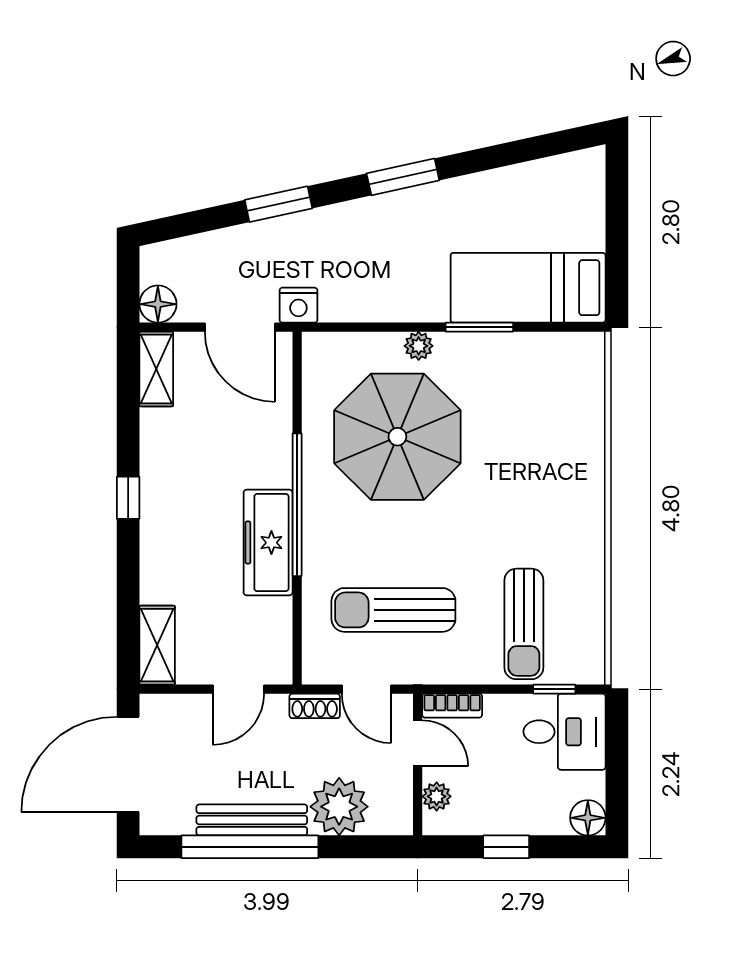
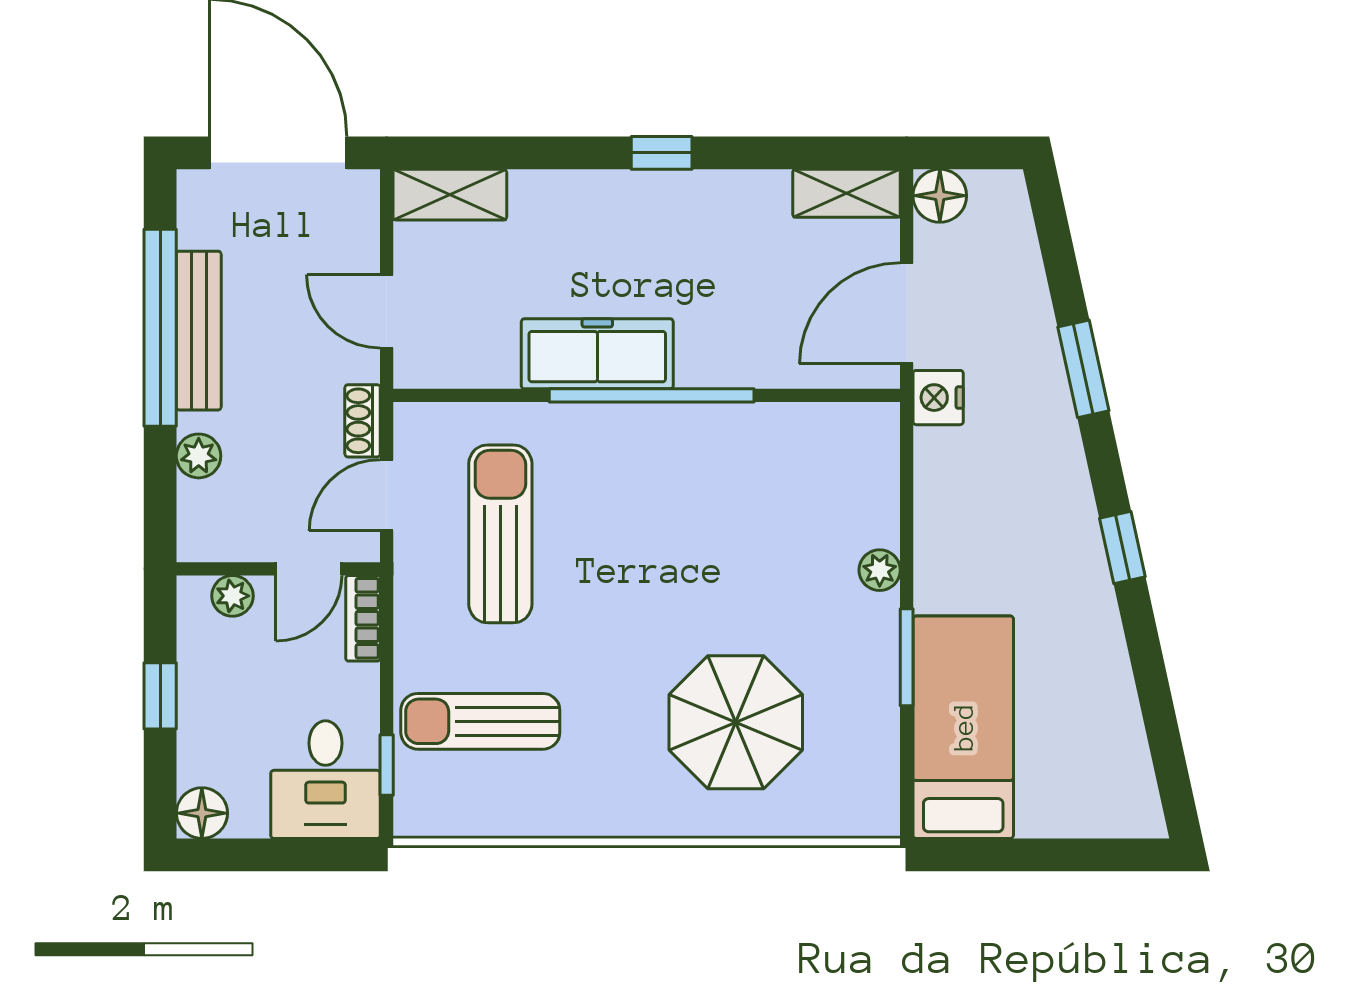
window: (403, 177) -> (1122, 548), width x0.67
parasol: (397, 437) -> (736, 722), moved, width x0.73, depth x0.73
plant: (339, 807) -> (199, 456), width x0.53, depth x0.53

